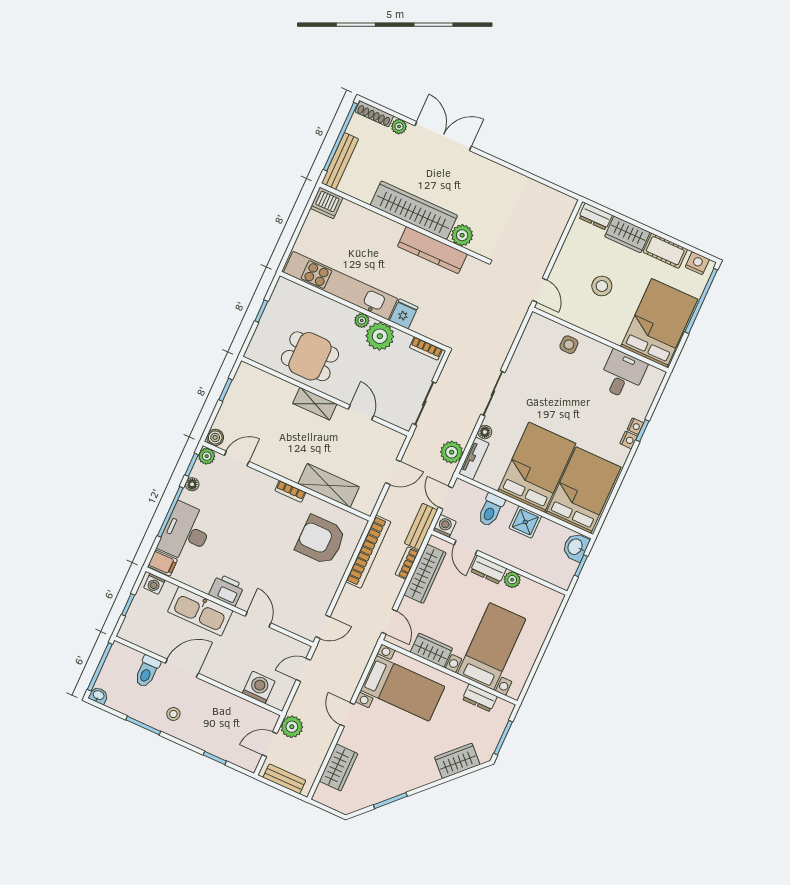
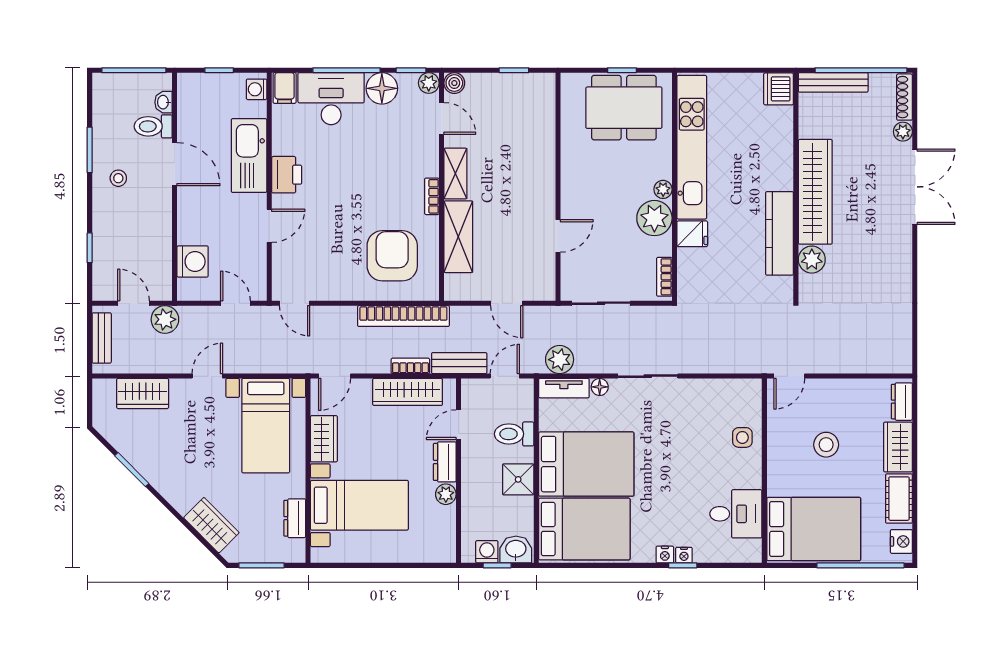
dining table: (310, 356) -> (624, 108), moved, width x1.37
shelving: (315, 404) -> (455, 174), moved
floor lamp: (192, 484) -> (382, 88), width x1.89, depth x1.89
washing machine: (445, 526) -> (487, 552), moved, turned -90
washbasin: (98, 695) -> (163, 102), moved, turned 180

